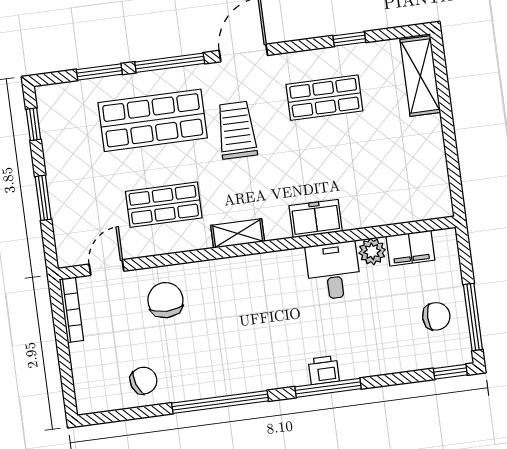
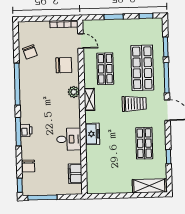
plant: (372, 251) -> (74, 92), moved
chair: (436, 316) -> (28, 166), moved

